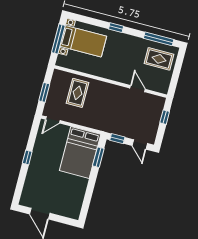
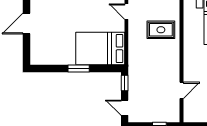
door: (140, 144) -> (125, 108), hinge flipped
window: (98, 157) -> (79, 69), moved

